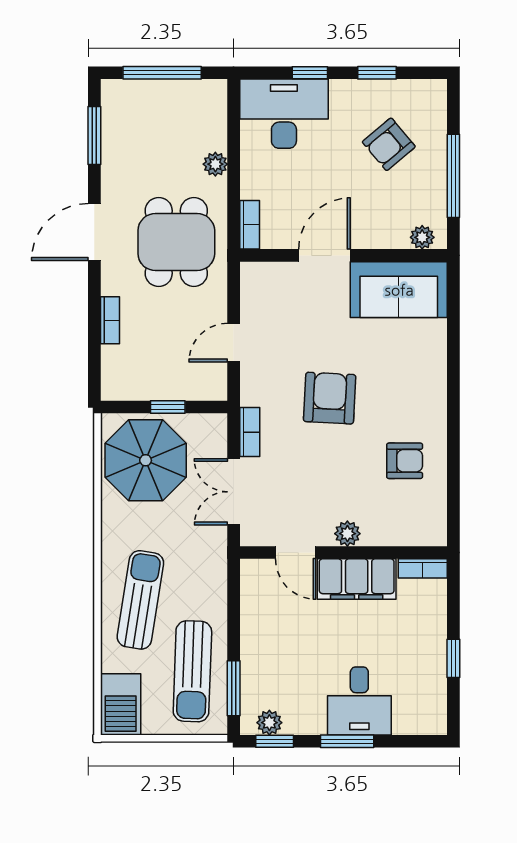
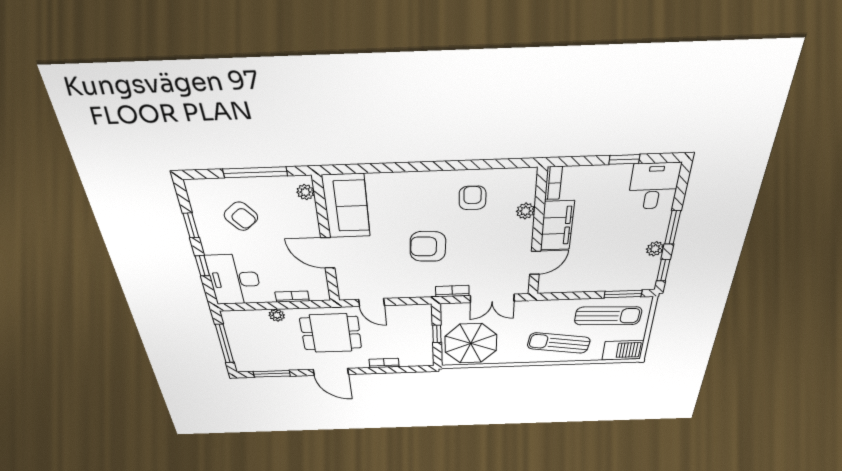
bookcase: (250, 225) -> (292, 297), moved
door: (234, 343) -> (371, 302), moved
plant: (347, 534) -> (525, 211), moved
desk: (359, 701) -> (654, 186), moved, turned -90
plant: (269, 723) -> (655, 249), moved

